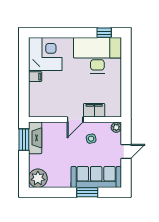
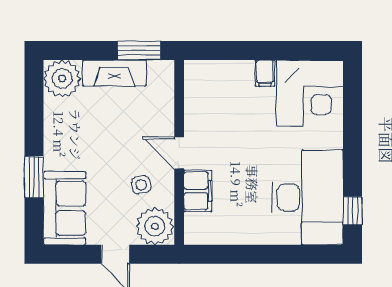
plant: (116, 127) -> (155, 226), width x1.88, depth x1.88
fireplace: (35, 138) -> (114, 73), moved
sofa: (96, 177) -> (65, 208), width x0.73

